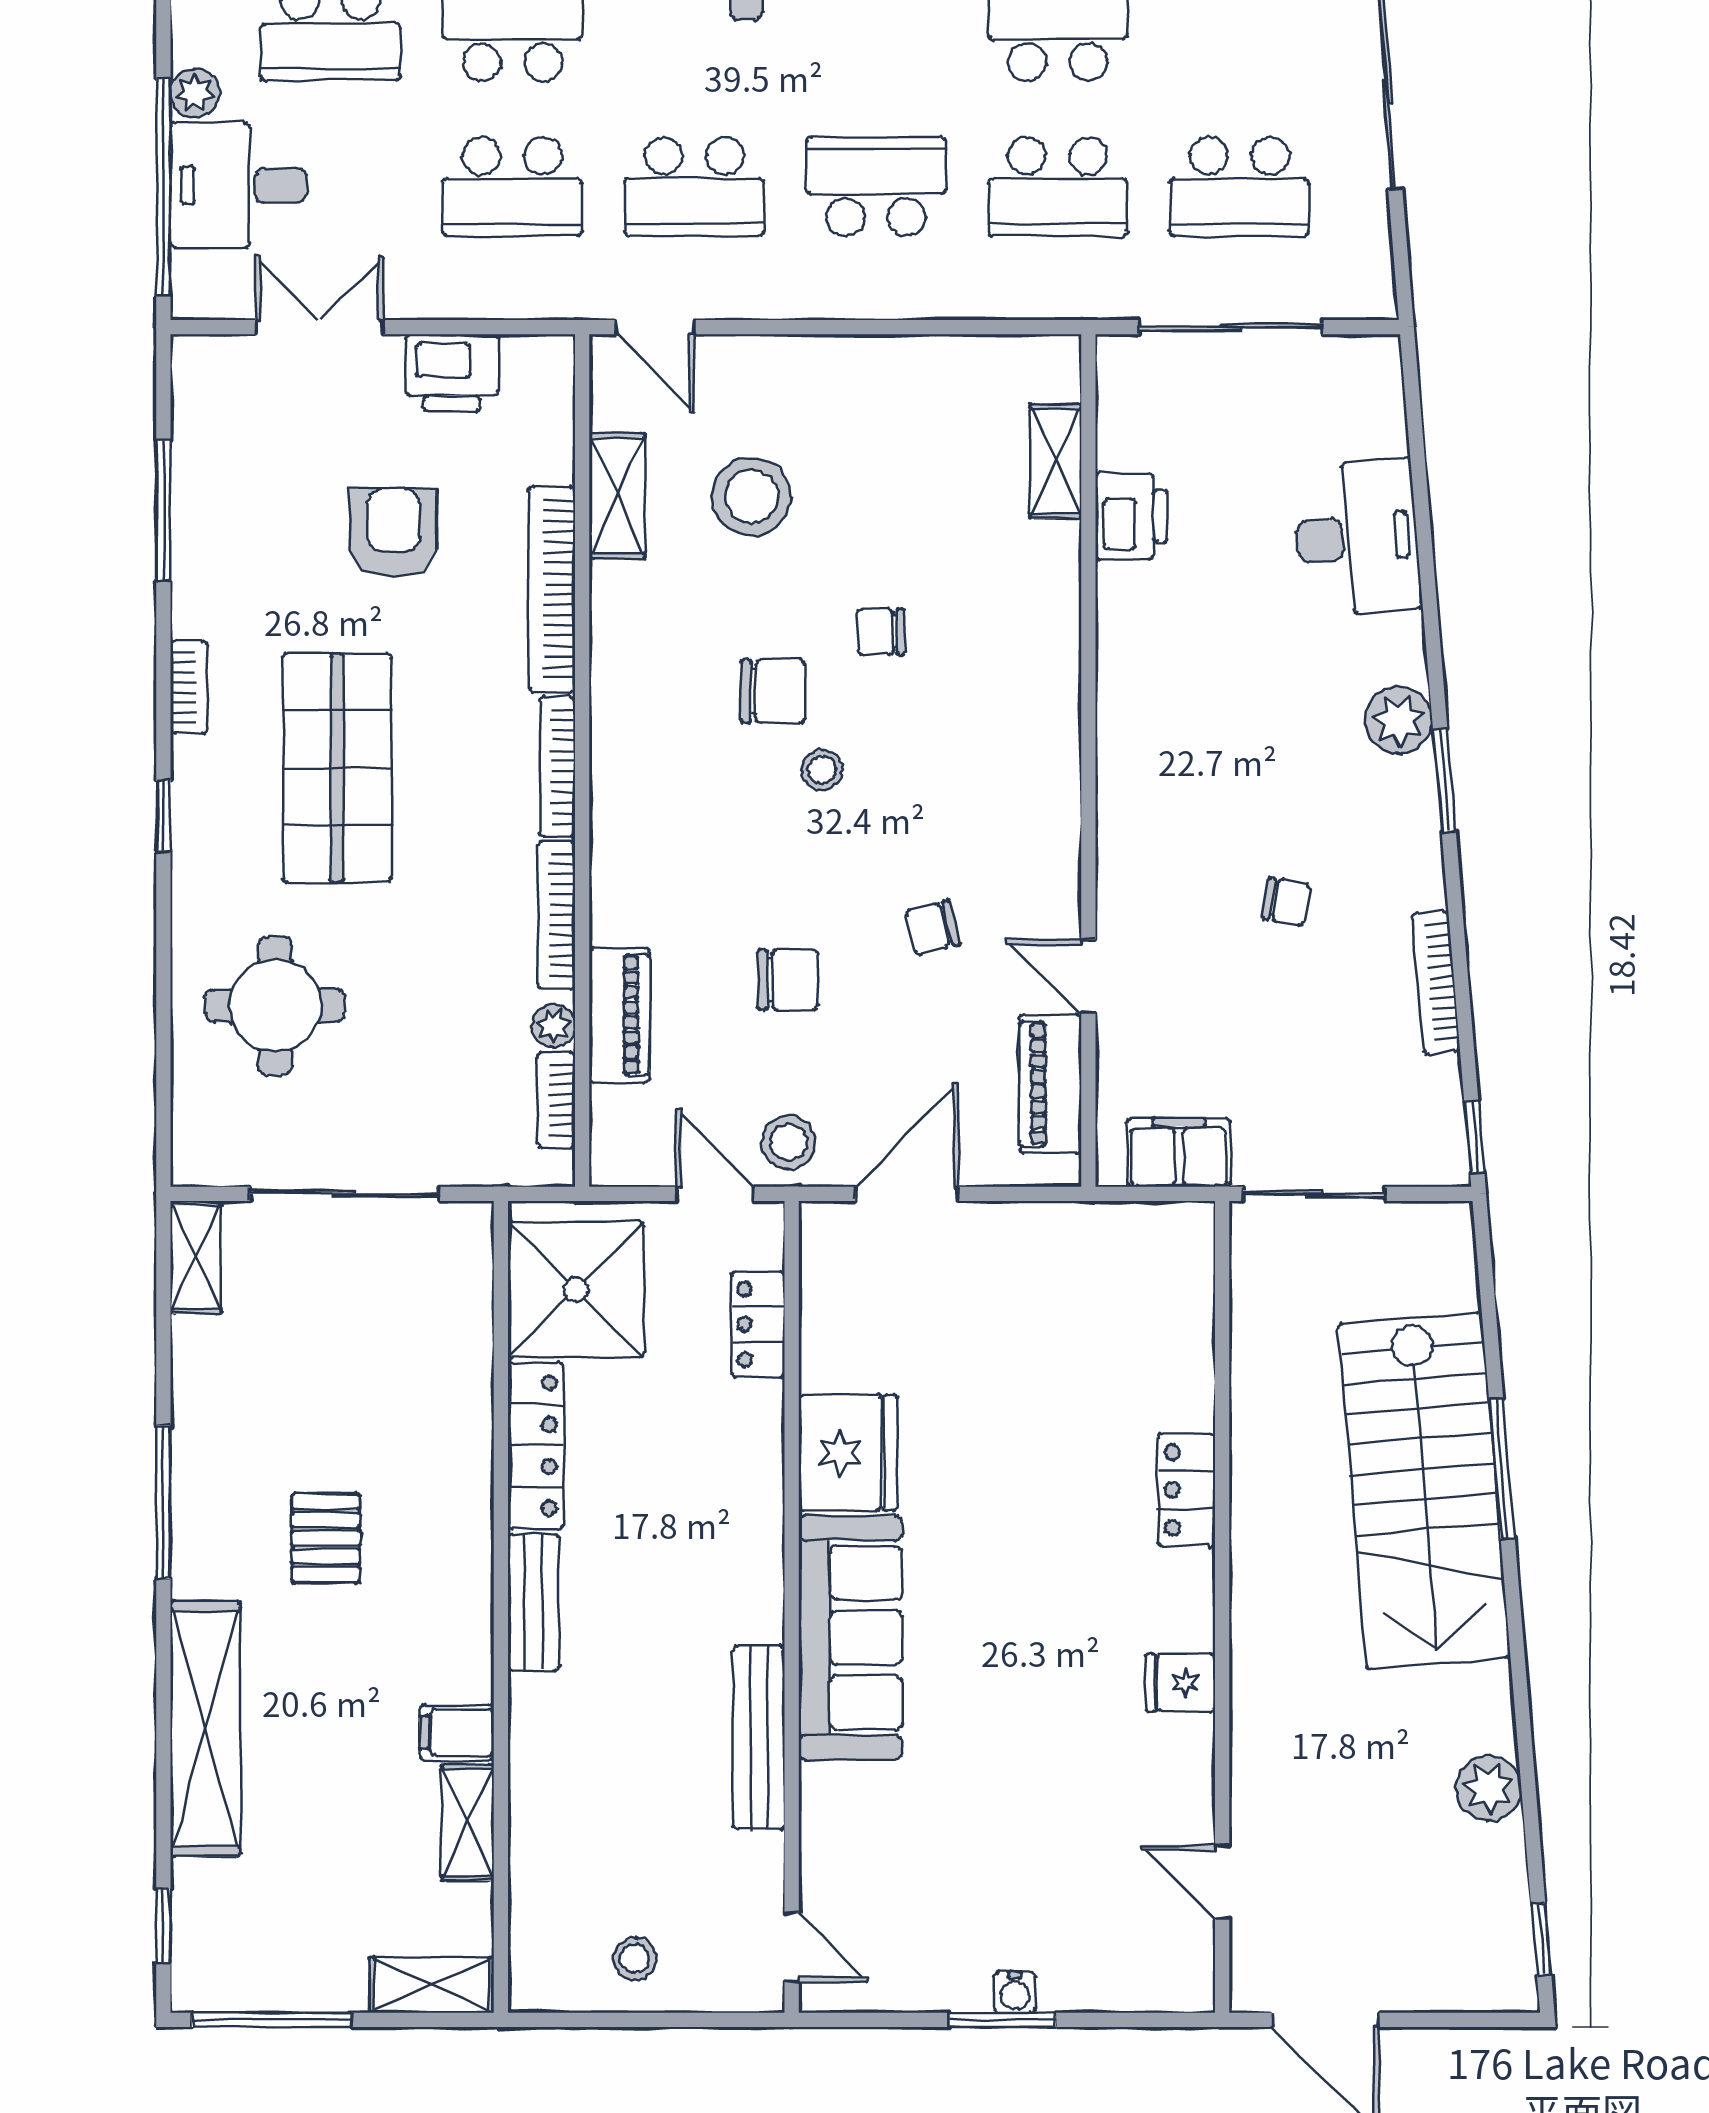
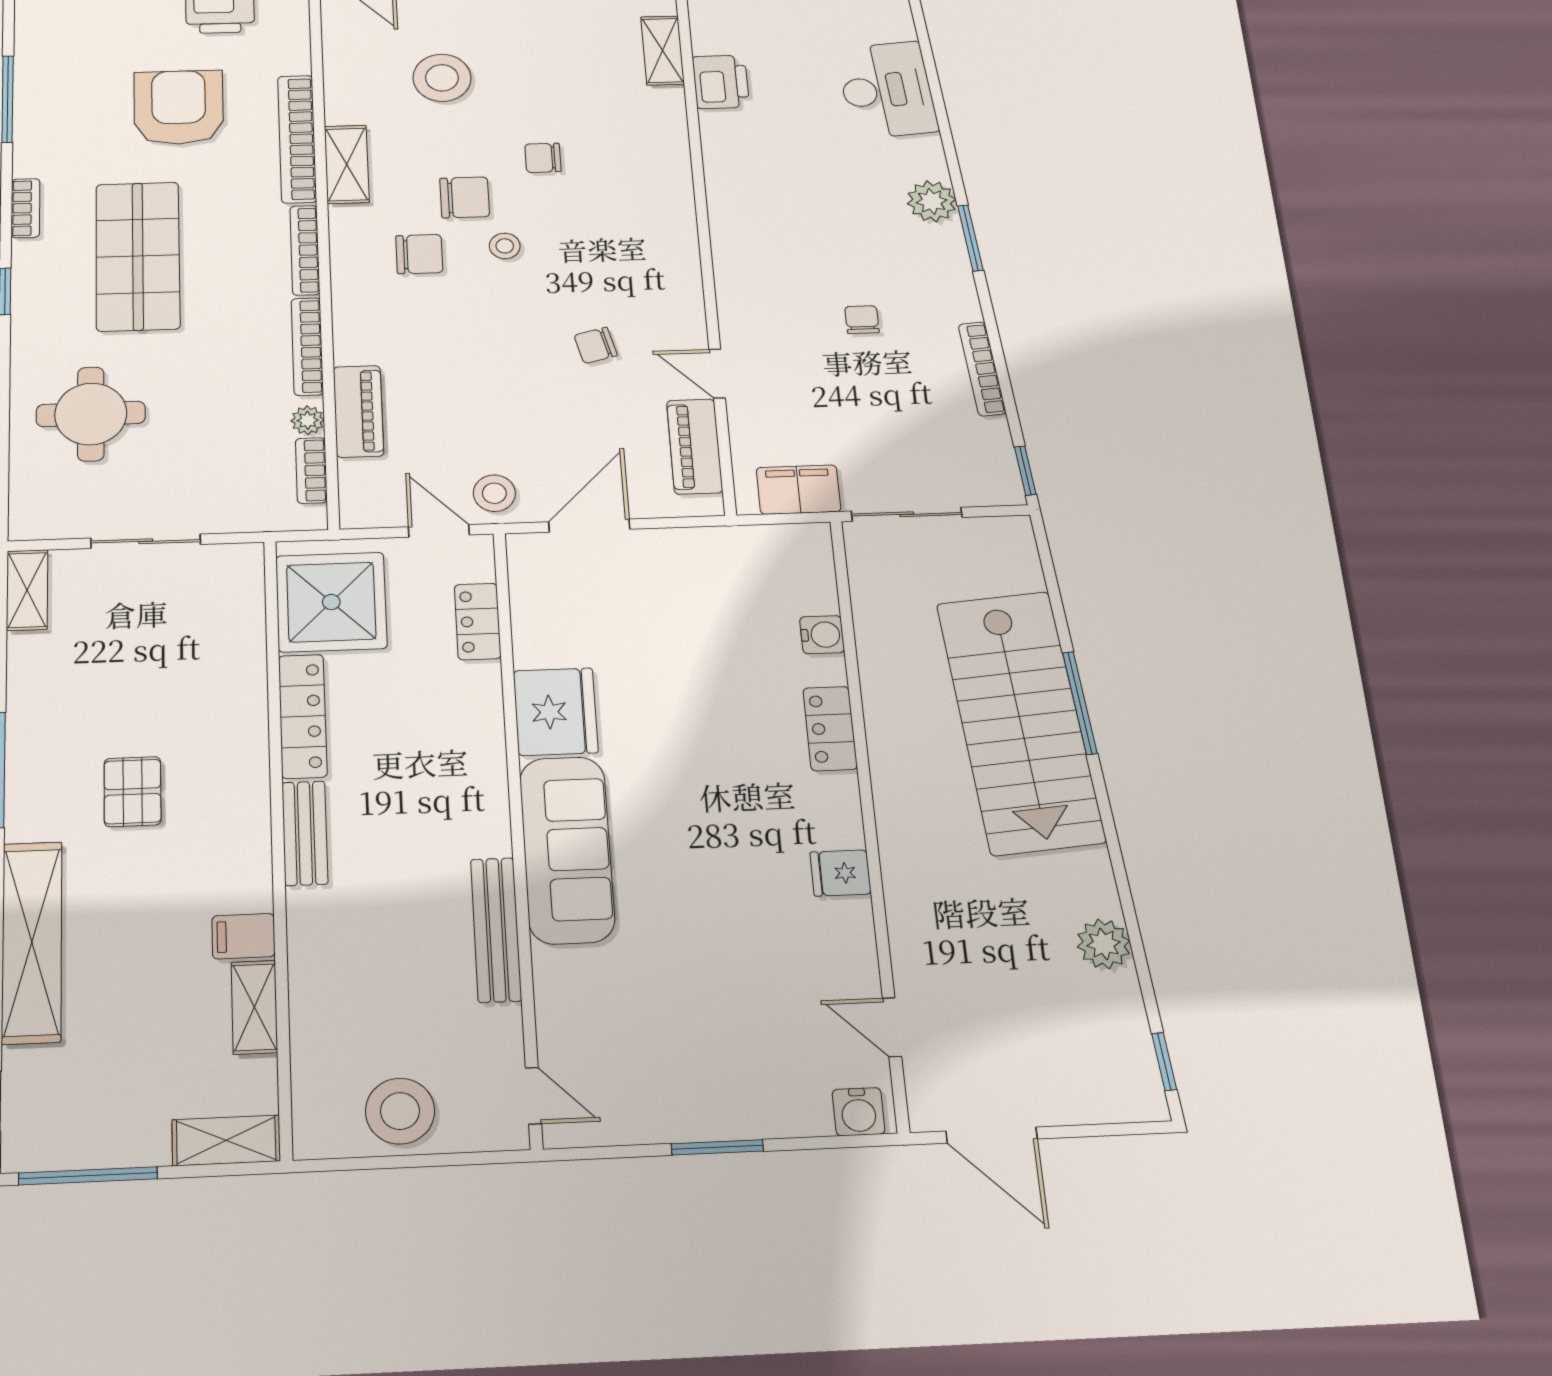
shelving: (617, 496) -> (347, 164), moved
armchair: (393, 532) -> (179, 107), width x1.36, depth x1.36
chair: (1286, 902) -> (862, 320), turned -100
chair: (788, 980) -> (419, 254), moved
sliding door: (344, 1194) -> (146, 541), width x0.73
water cooler: (1189, 1361) -> (822, 635), added
stool: (635, 1959) -> (400, 1111), width x1.89, depth x1.89
water cooler: (1015, 1992) -> (859, 1112), moved, width x1.38, depth x1.38

